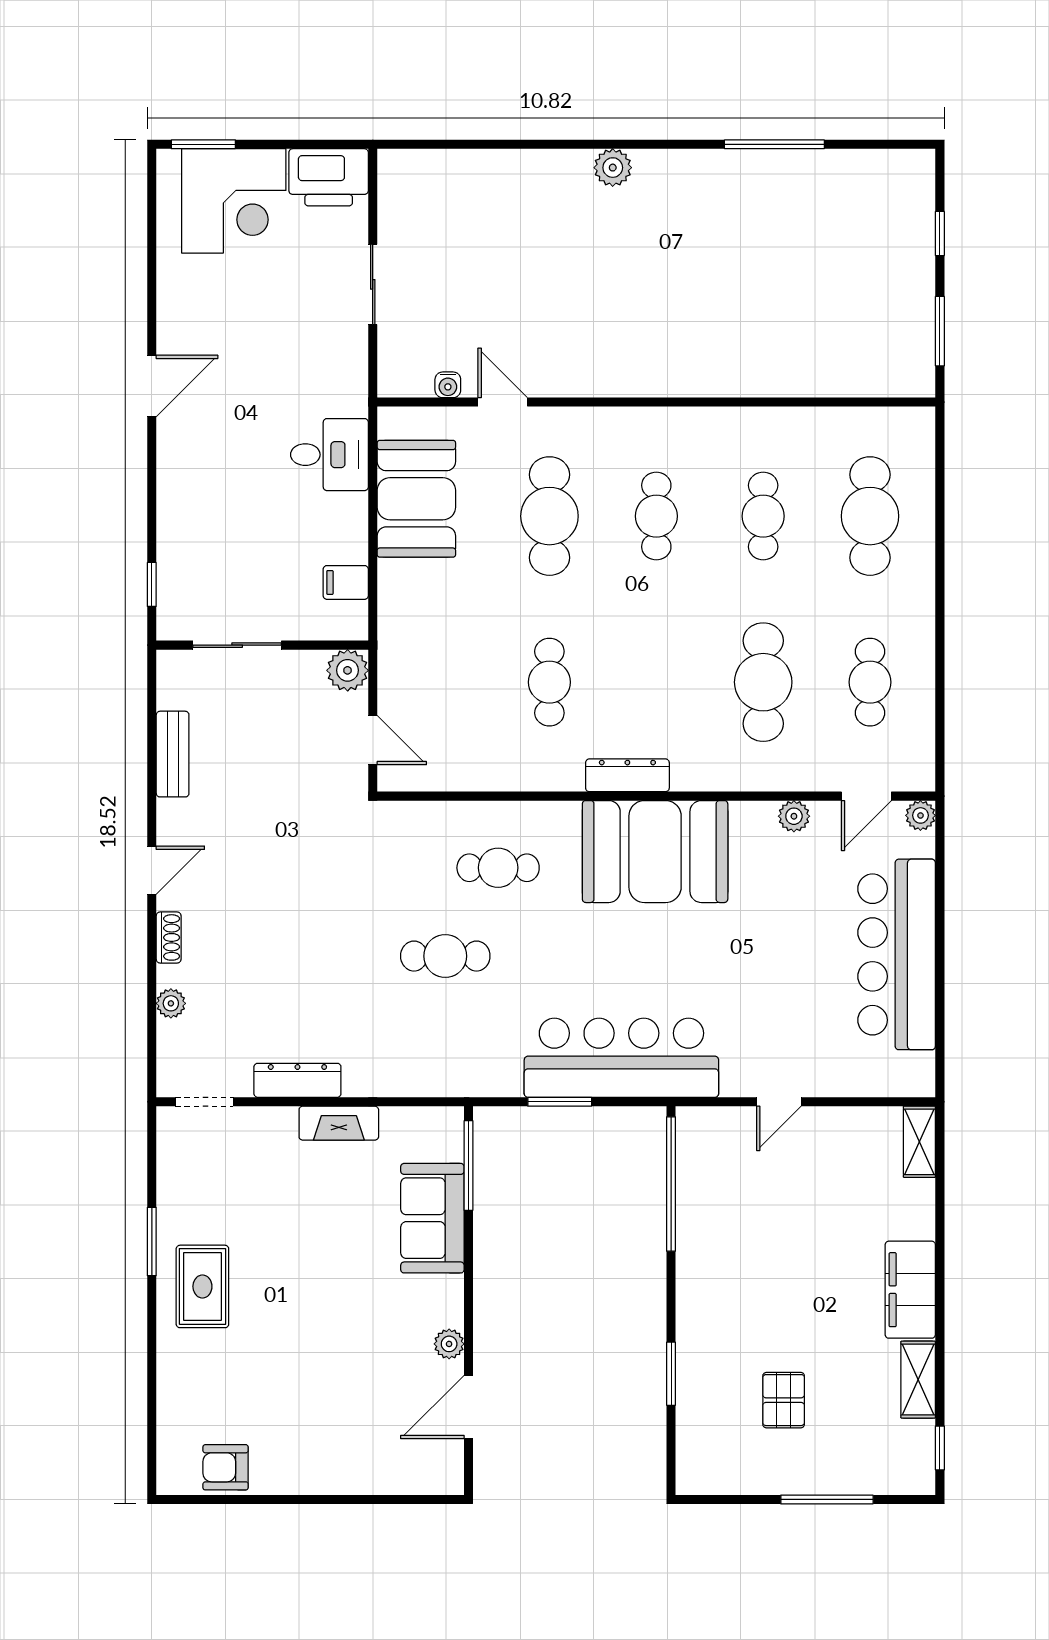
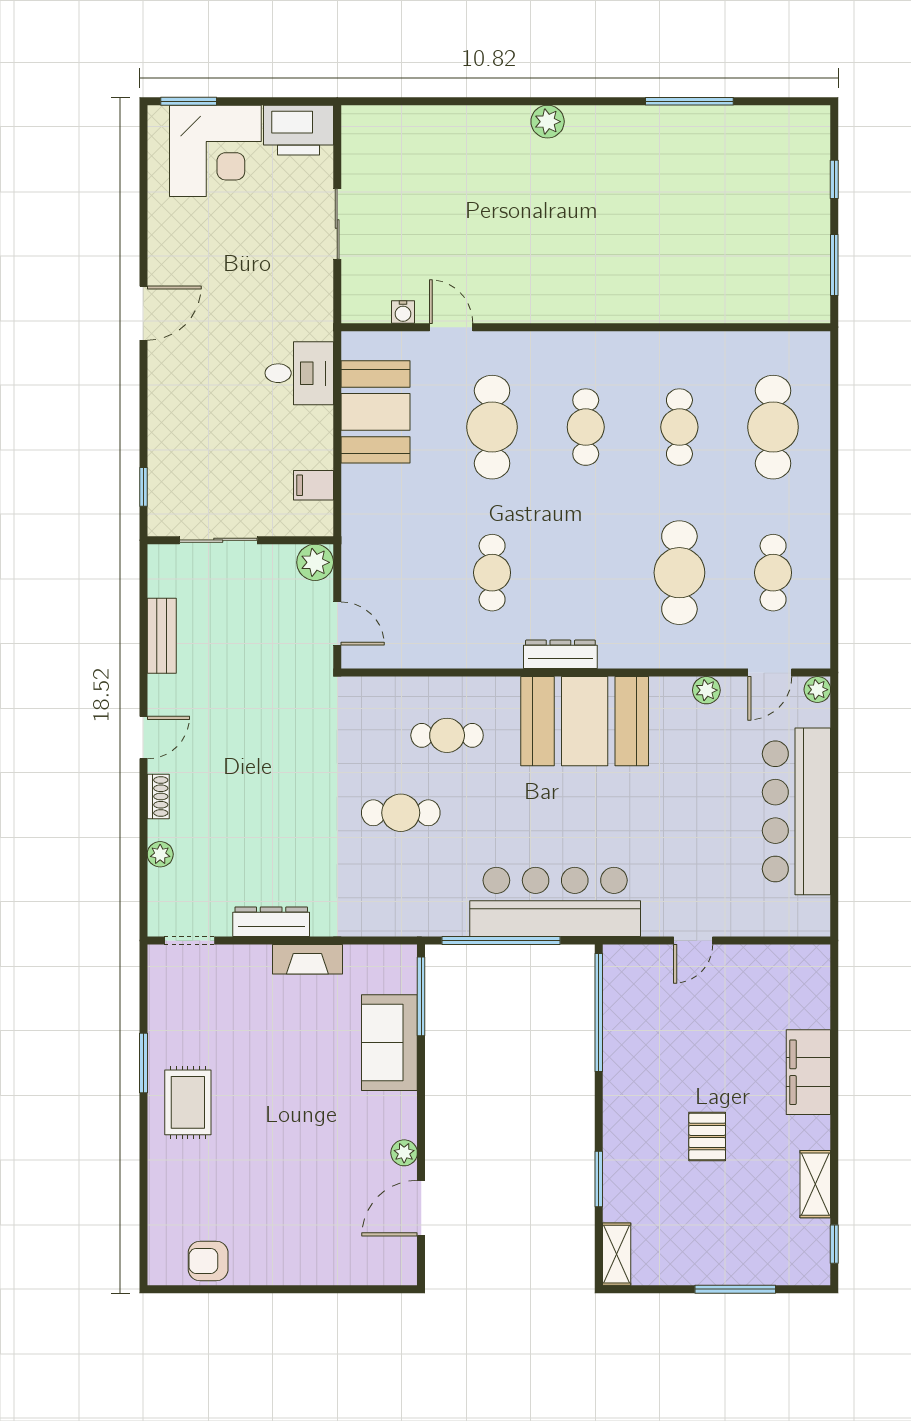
window: (560, 1102) -> (501, 940), width x2.11
shelving: (919, 1142) -> (617, 1254), moved
filing cabinet: (910, 1290) -> (808, 1072), moved
pallet: (784, 1400) -> (707, 1136), moved

